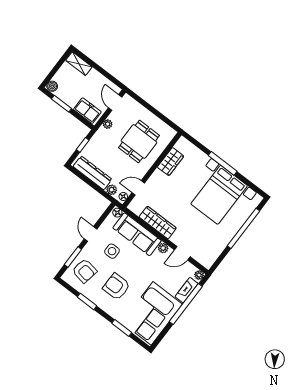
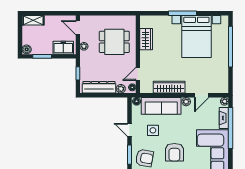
dining table: (139, 142) -> (114, 42), turned 90
armchair: (116, 287) -> (174, 152), turned -90

